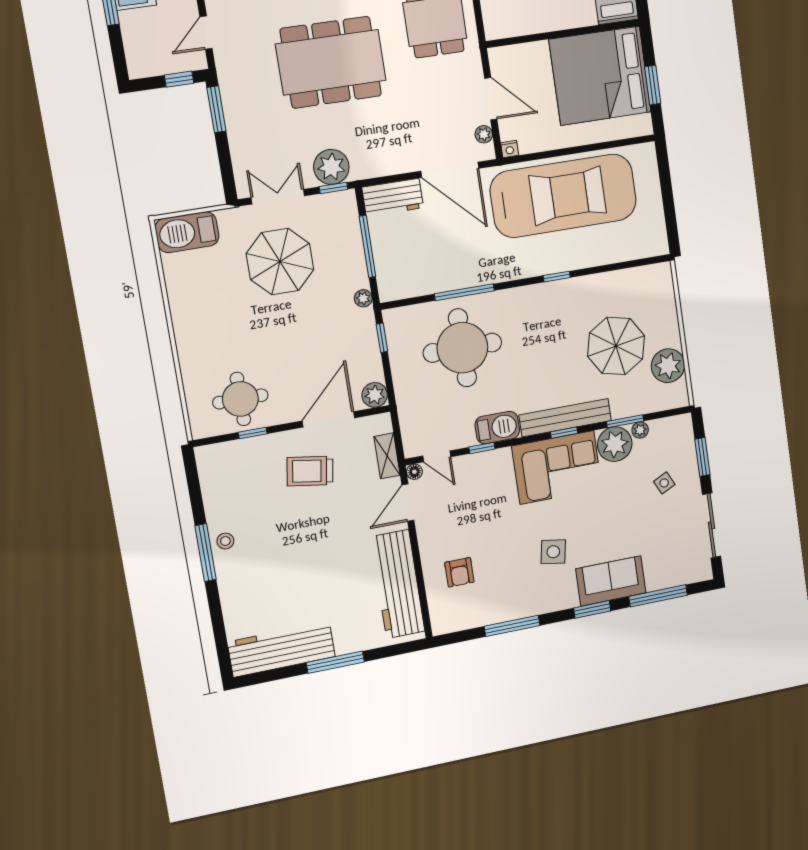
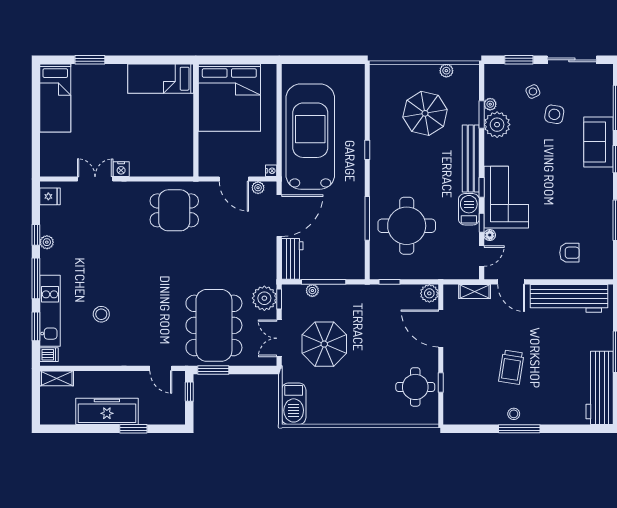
dining table: (331, 62) -> (214, 325), moved
window: (653, 85) -> (241, 60), removed
door: (491, 99) -> (234, 179), swing flipped
plant: (363, 298) -> (312, 291), moved
plant: (668, 366) -> (446, 71), width x0.53, depth x0.53
window: (564, 433) -> (482, 187), moved
corner sofa: (557, 467) -> (506, 197), moved
trolley: (310, 471) -> (511, 367), moved
floor lamp: (414, 472) -> (490, 235), moved
side table: (553, 552) -> (554, 114), moved

